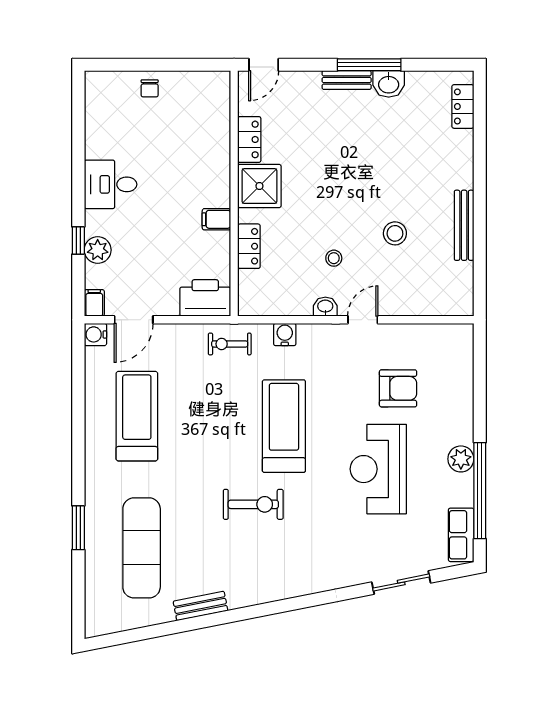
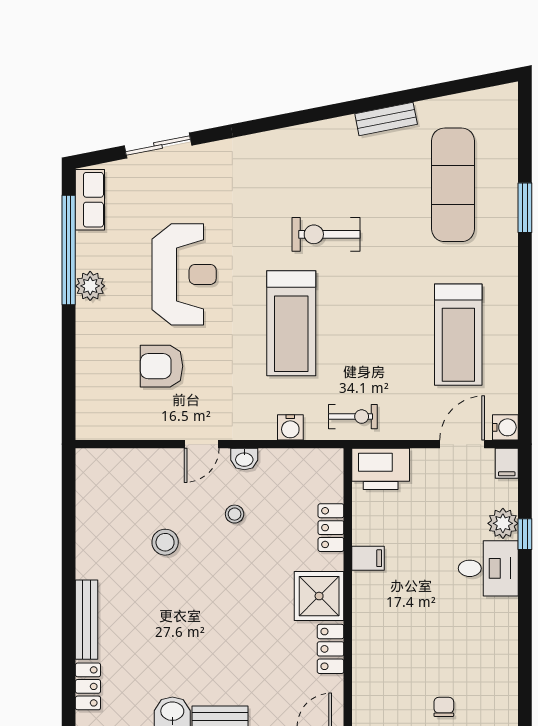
desk: (111, 184) -> (488, 568), moved
bench: (464, 225) -> (87, 620), moved

